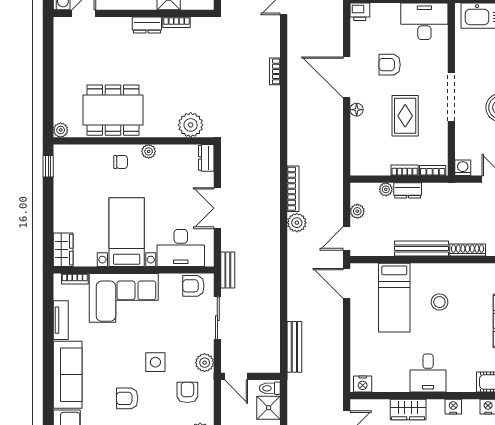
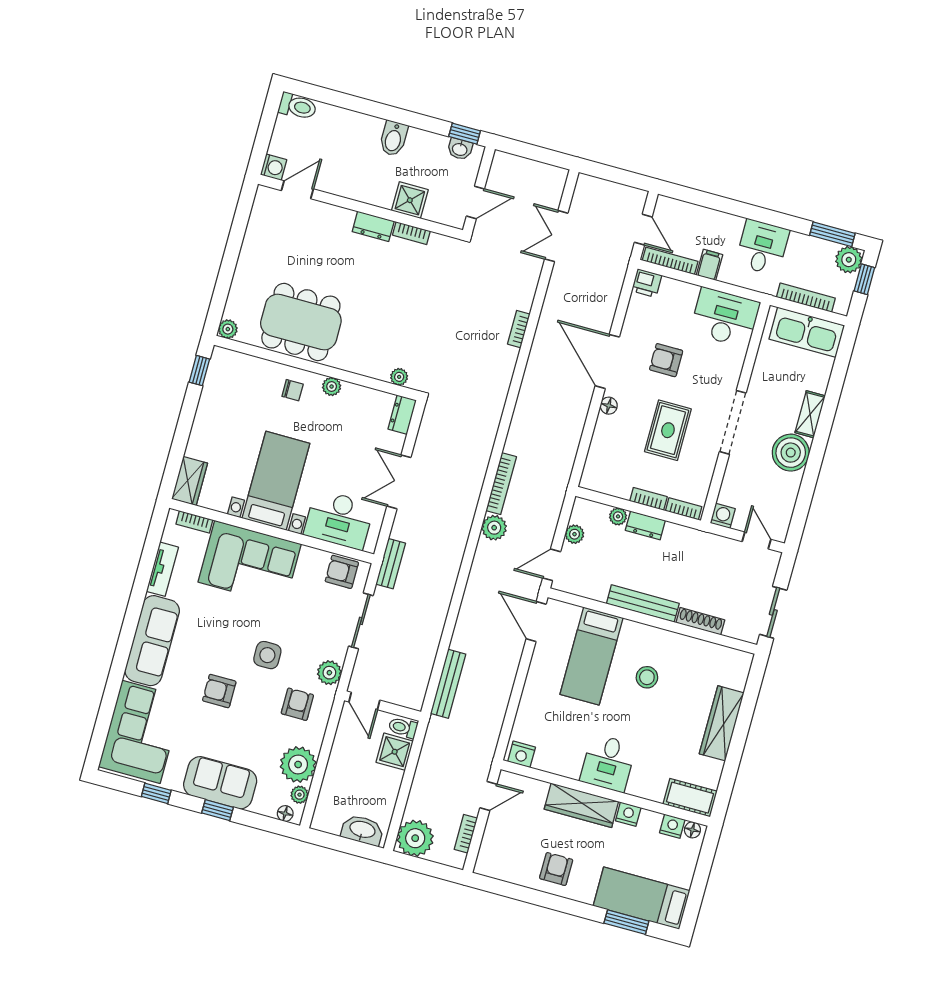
plant: (191, 125) -> (399, 377), width x0.53, depth x0.53
wardrobe: (408, 410) -> (581, 805), width x1.50

